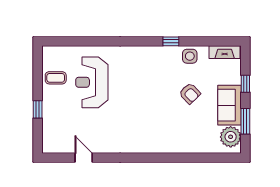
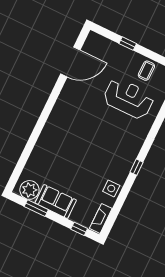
window: (171, 41) -> (136, 167), moved
window: (245, 84) -> (79, 229), moved
armchair: (190, 93) -> (81, 174), removed
door: (84, 158) -> (70, 62), width x1.88

